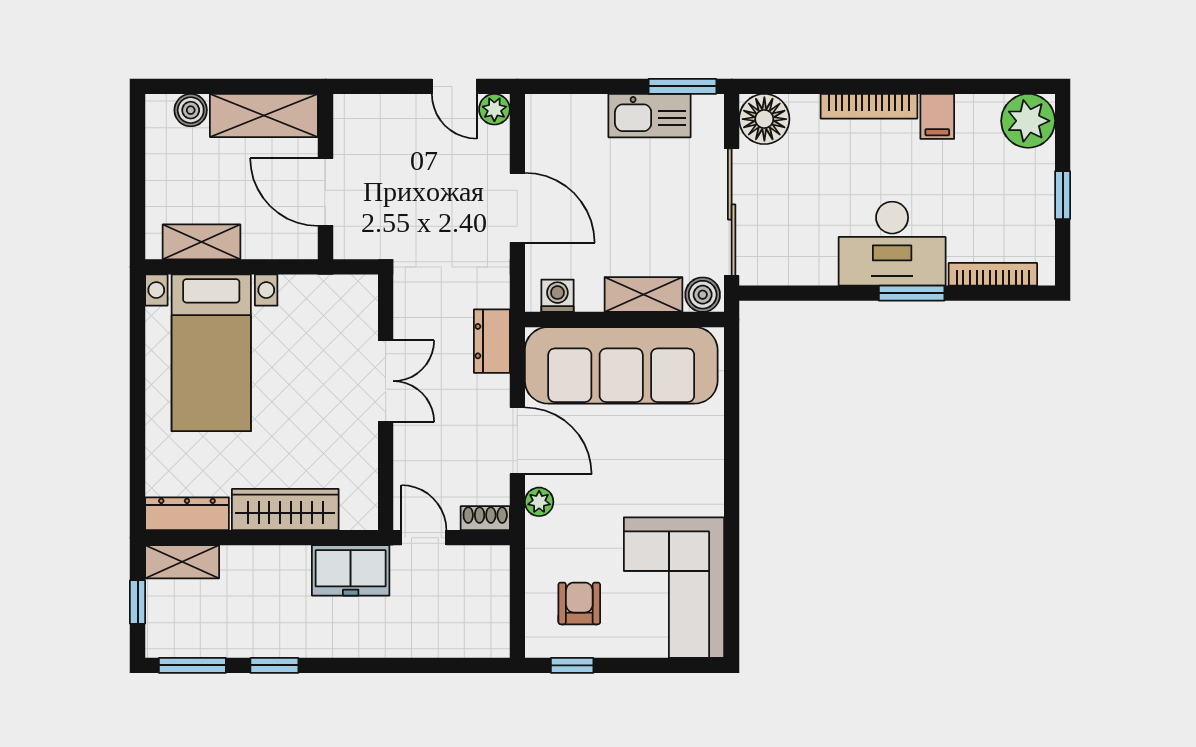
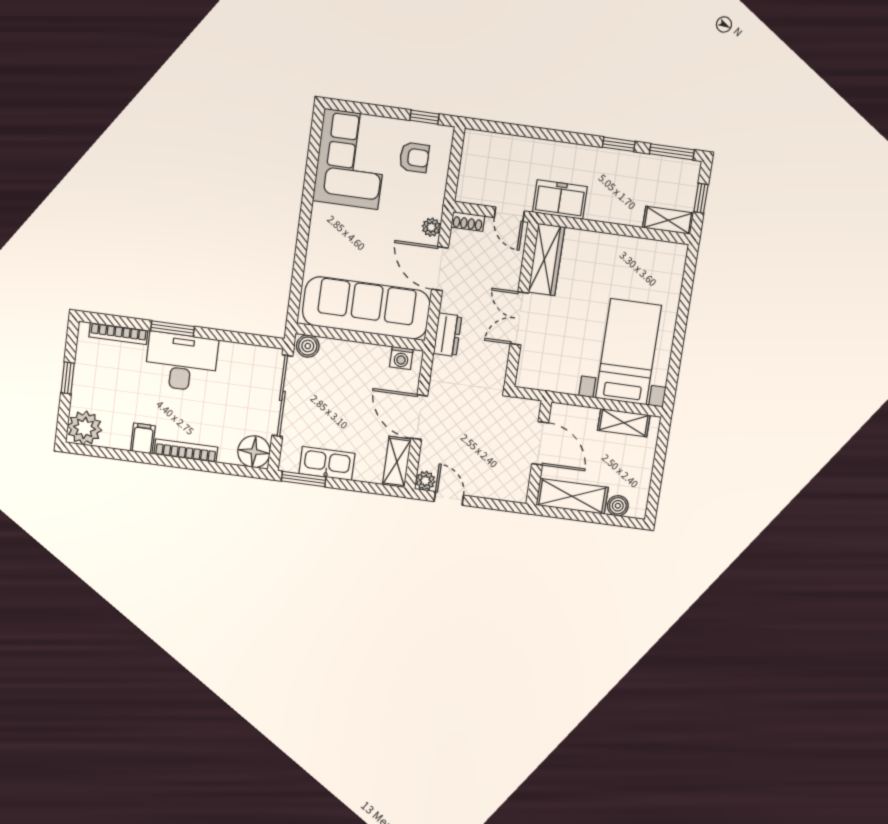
shelving: (643, 295) -> (397, 462), moved, turned 90
wardrobe: (285, 509) -> (546, 260), moved, turned -90
dresser: (187, 514) -> (660, 251), removed
armchair: (579, 603) -> (414, 157), turned -90

